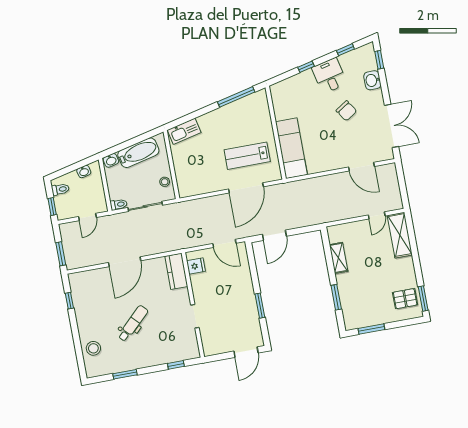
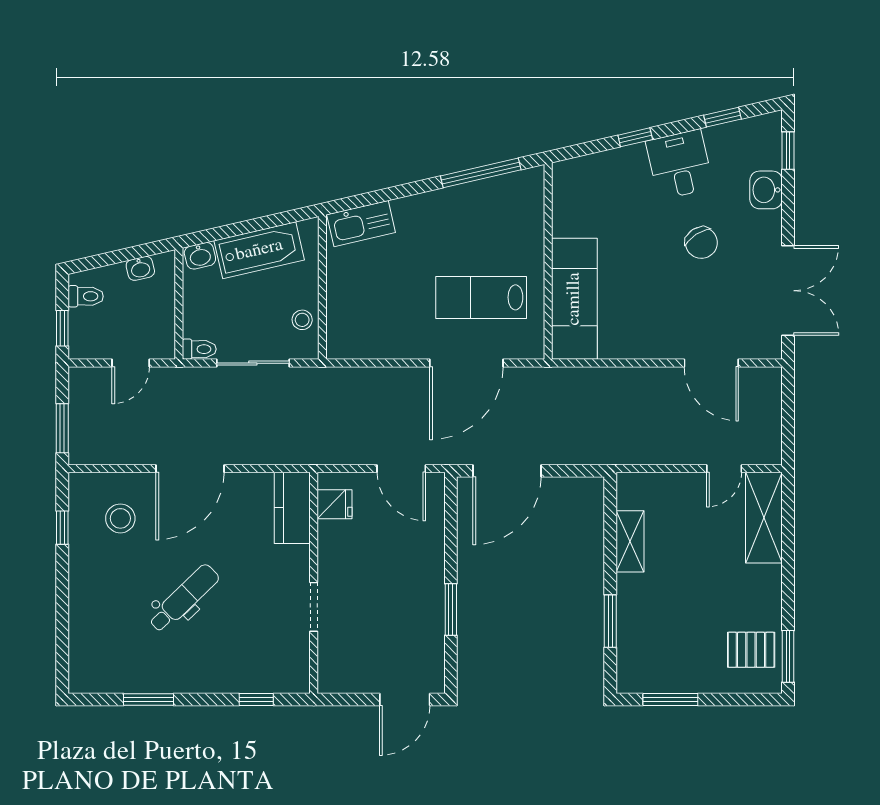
door: (274, 235) -> (507, 471), width x1.36
stool: (93, 348) -> (120, 518), moved

